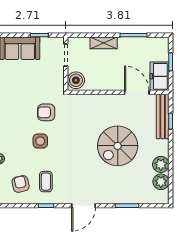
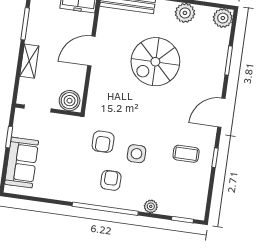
door: (137, 92) -> (91, 51), moved
spiral stairs: (118, 146) -> (155, 62), turned 90
plant: (161, 182) -> (223, 18), moved
armchair: (21, 184) -> (111, 180), moved, turned 103
door: (83, 206) -> (221, 113), swing flipped

